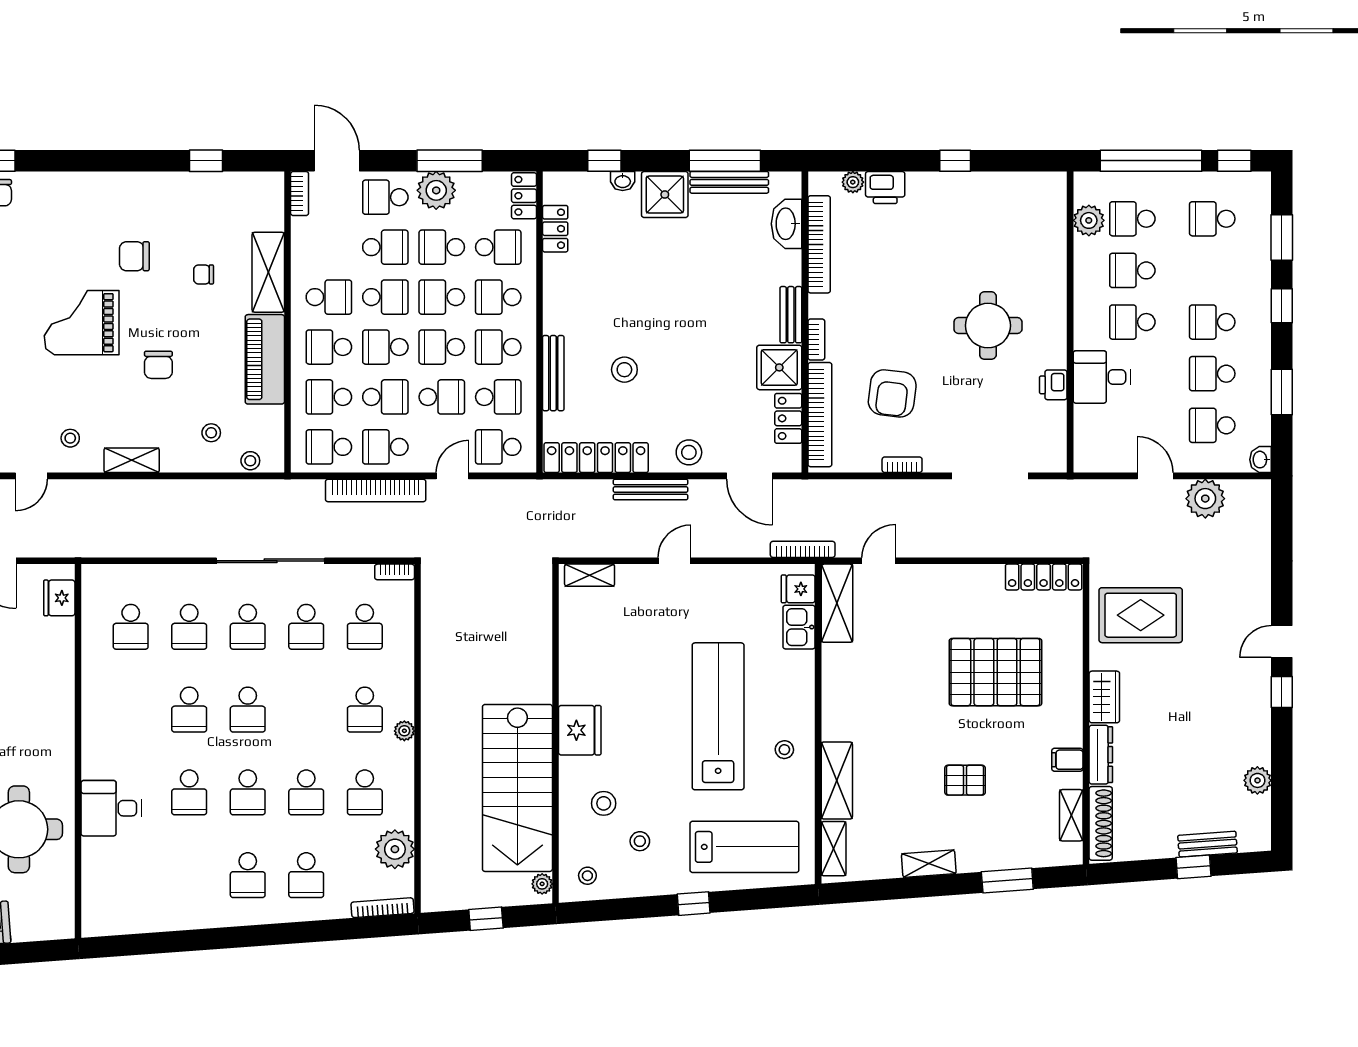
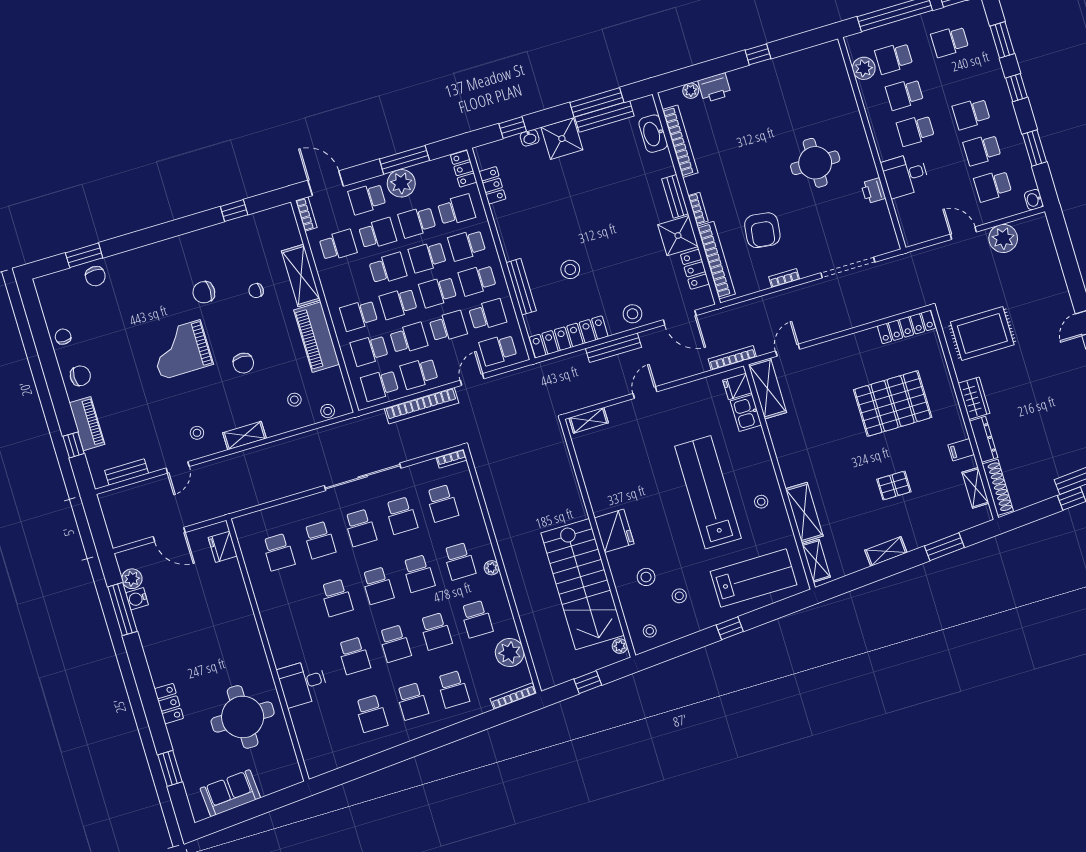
school desk: (329, 297) -> (338, 245), moved
school desk: (306, 710) -> (419, 573), added
school desk: (189, 875) -> (371, 714), added

